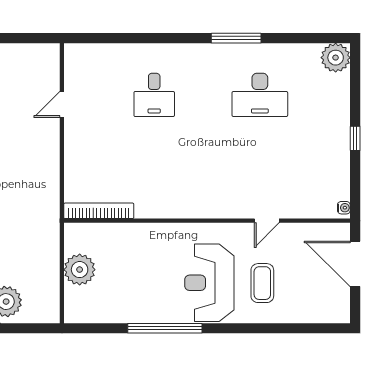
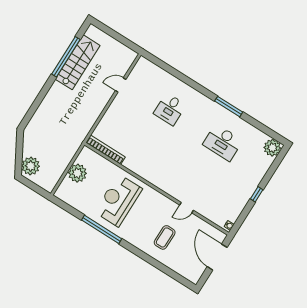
reception desk: (209, 283) -> (118, 200), moved

